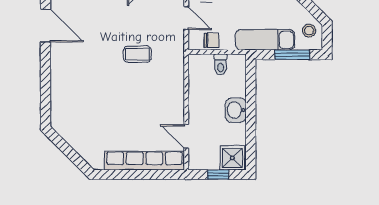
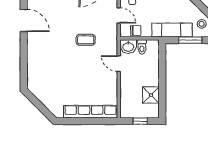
washbasin: (236, 110) -> (128, 47), moved, turned -90
door: (186, 136) -> (119, 64), moved
shower: (232, 158) -> (151, 95), moved

